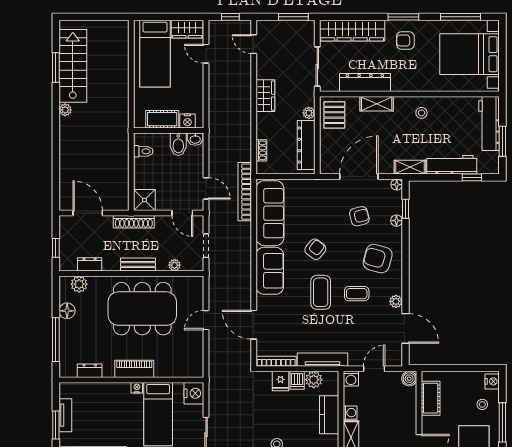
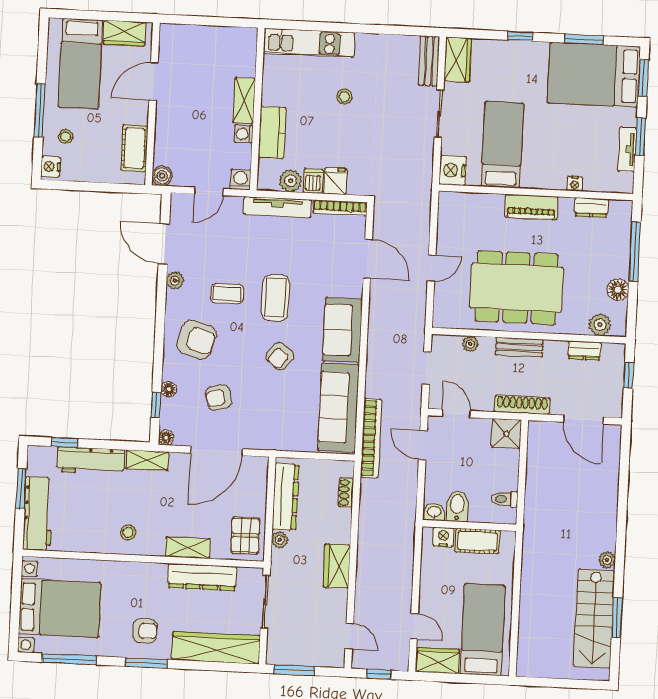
nightstand: (137, 388) -> (575, 184), moved

